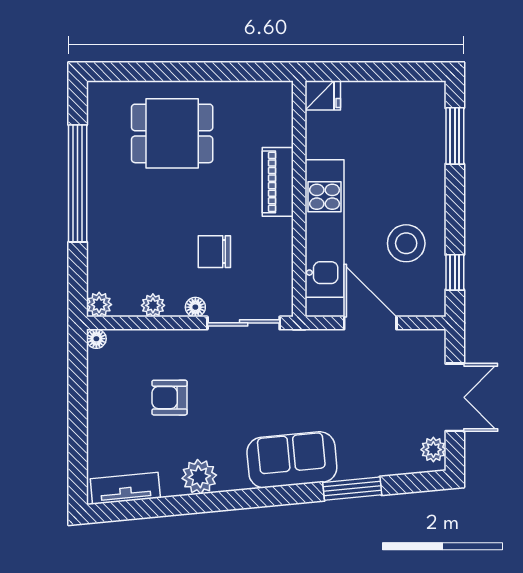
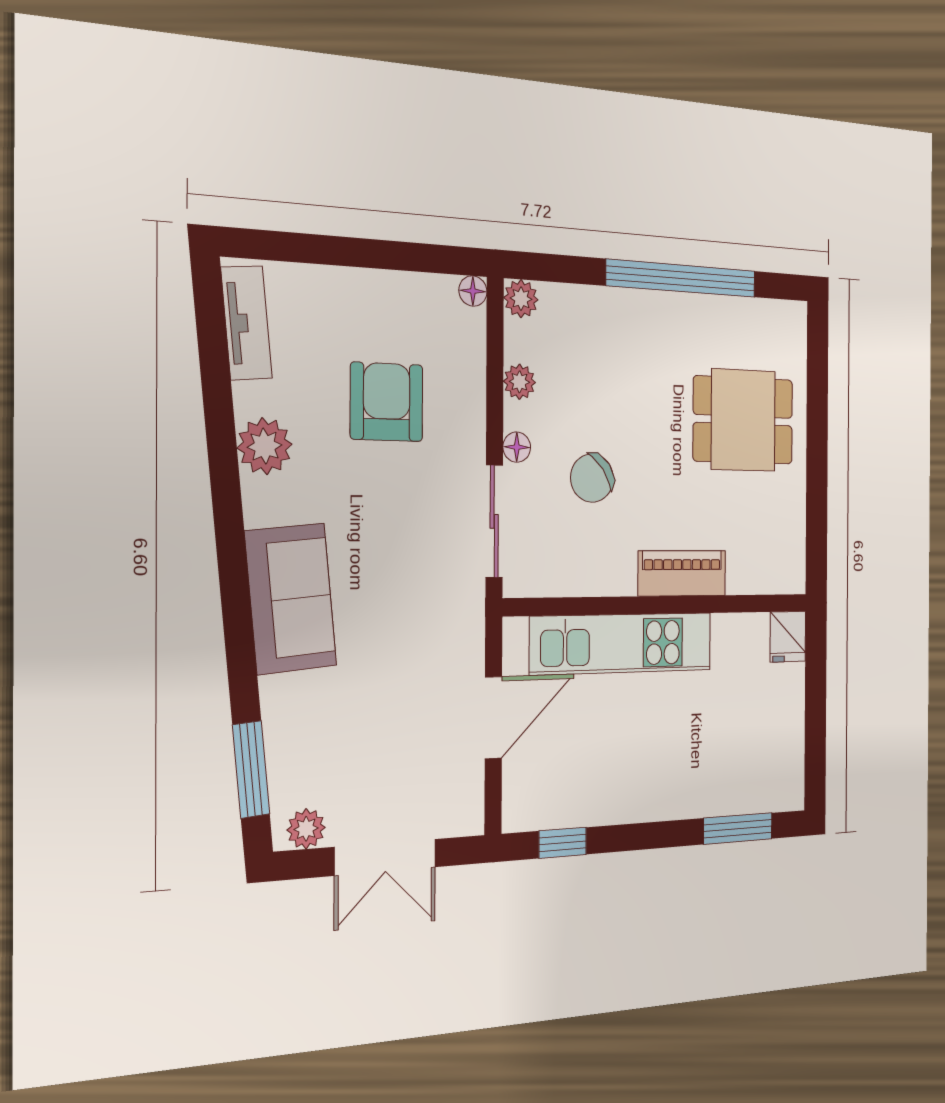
dining table: (172, 133) -> (743, 420), turned 90
stool: (406, 243) -> (602, 767), removed
chair: (214, 252) -> (592, 478), turned -126
armchair: (169, 398) -> (387, 402), width x1.38, depth x1.38
window: (352, 489) -> (251, 770), moved

